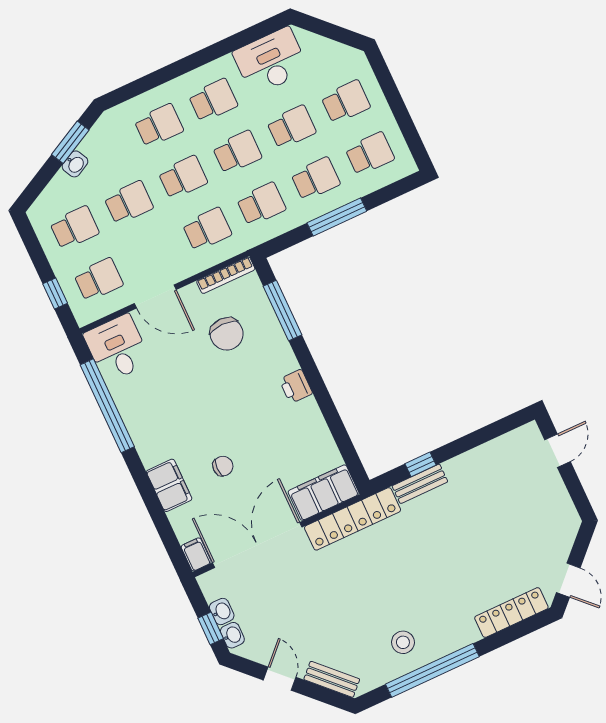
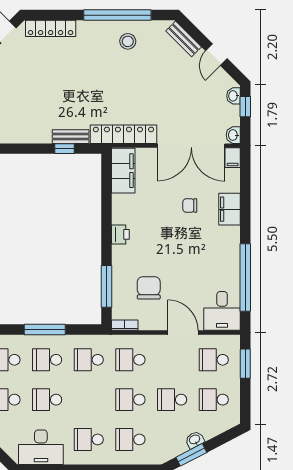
school desk: (237, 152) -> (89, 400), removed
bookcase: (226, 275) -> (125, 325), width x0.64
window: (55, 293) -> (245, 364), width x1.50
filing cabinet: (324, 493) -> (123, 171), moved, turned -90
washbasin: (222, 612) -> (233, 135), moved

